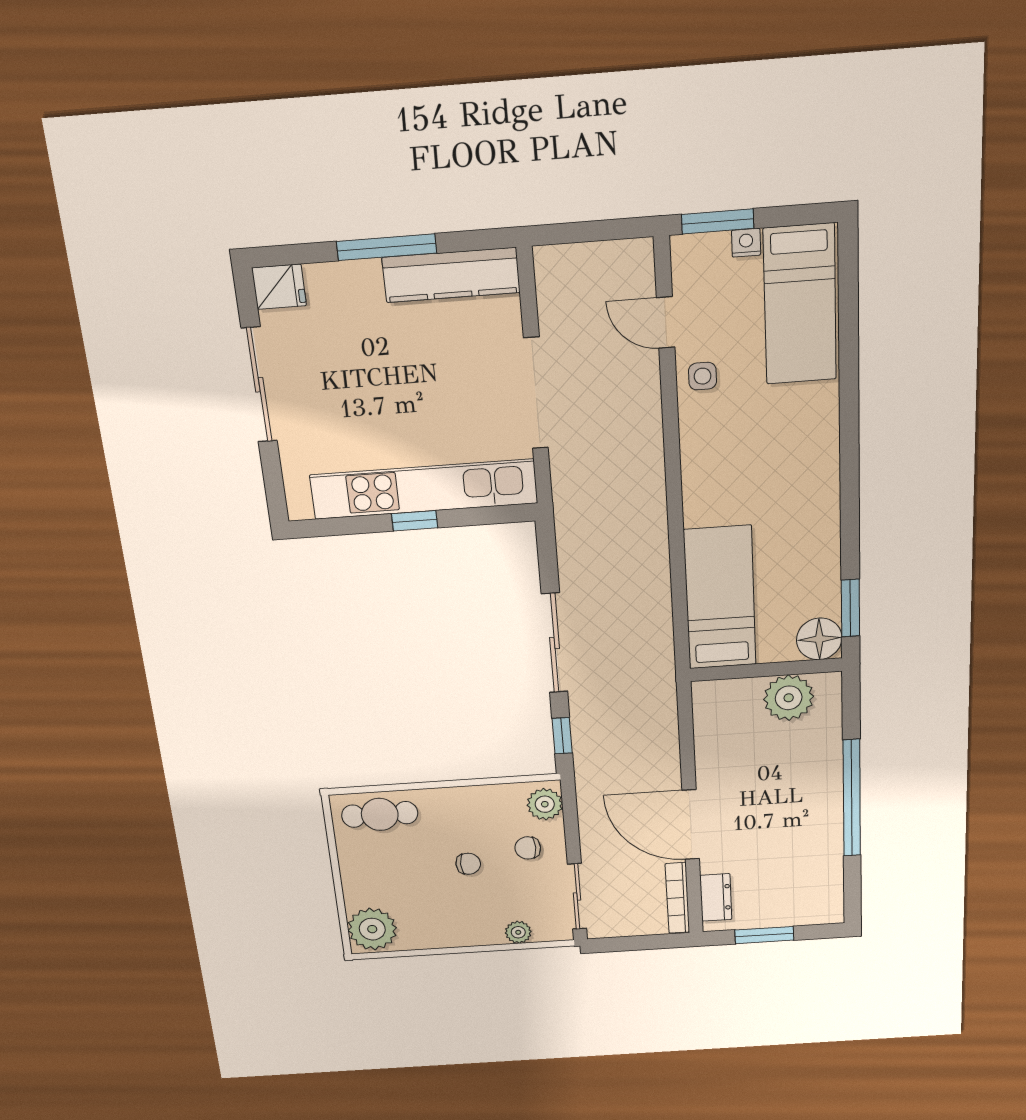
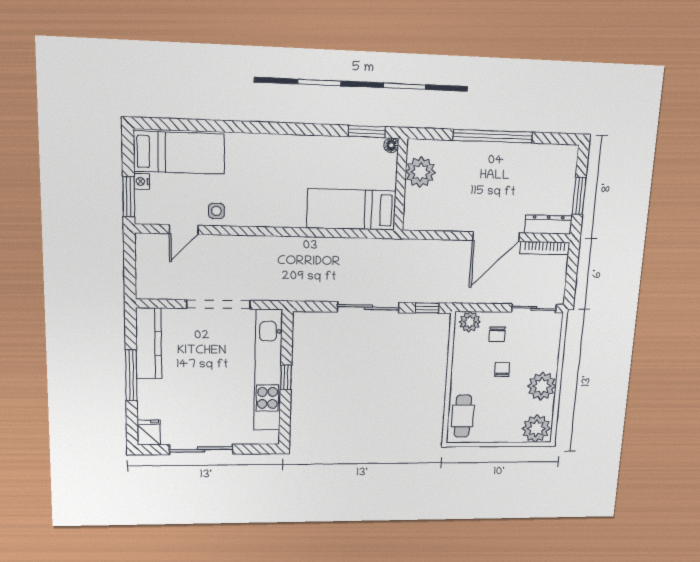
floor lamp: (819, 639) -> (391, 145), width x0.53, depth x0.53
dresser: (716, 898) -> (548, 225), width x1.44
plant: (518, 932) -> (542, 386), moved, width x1.88, depth x1.88

